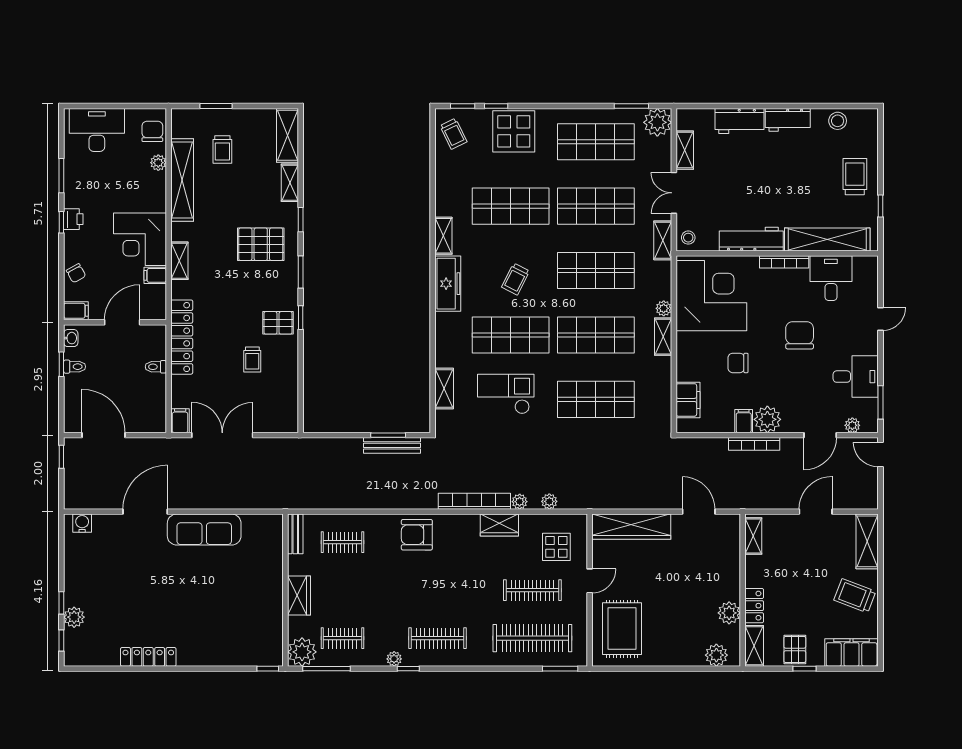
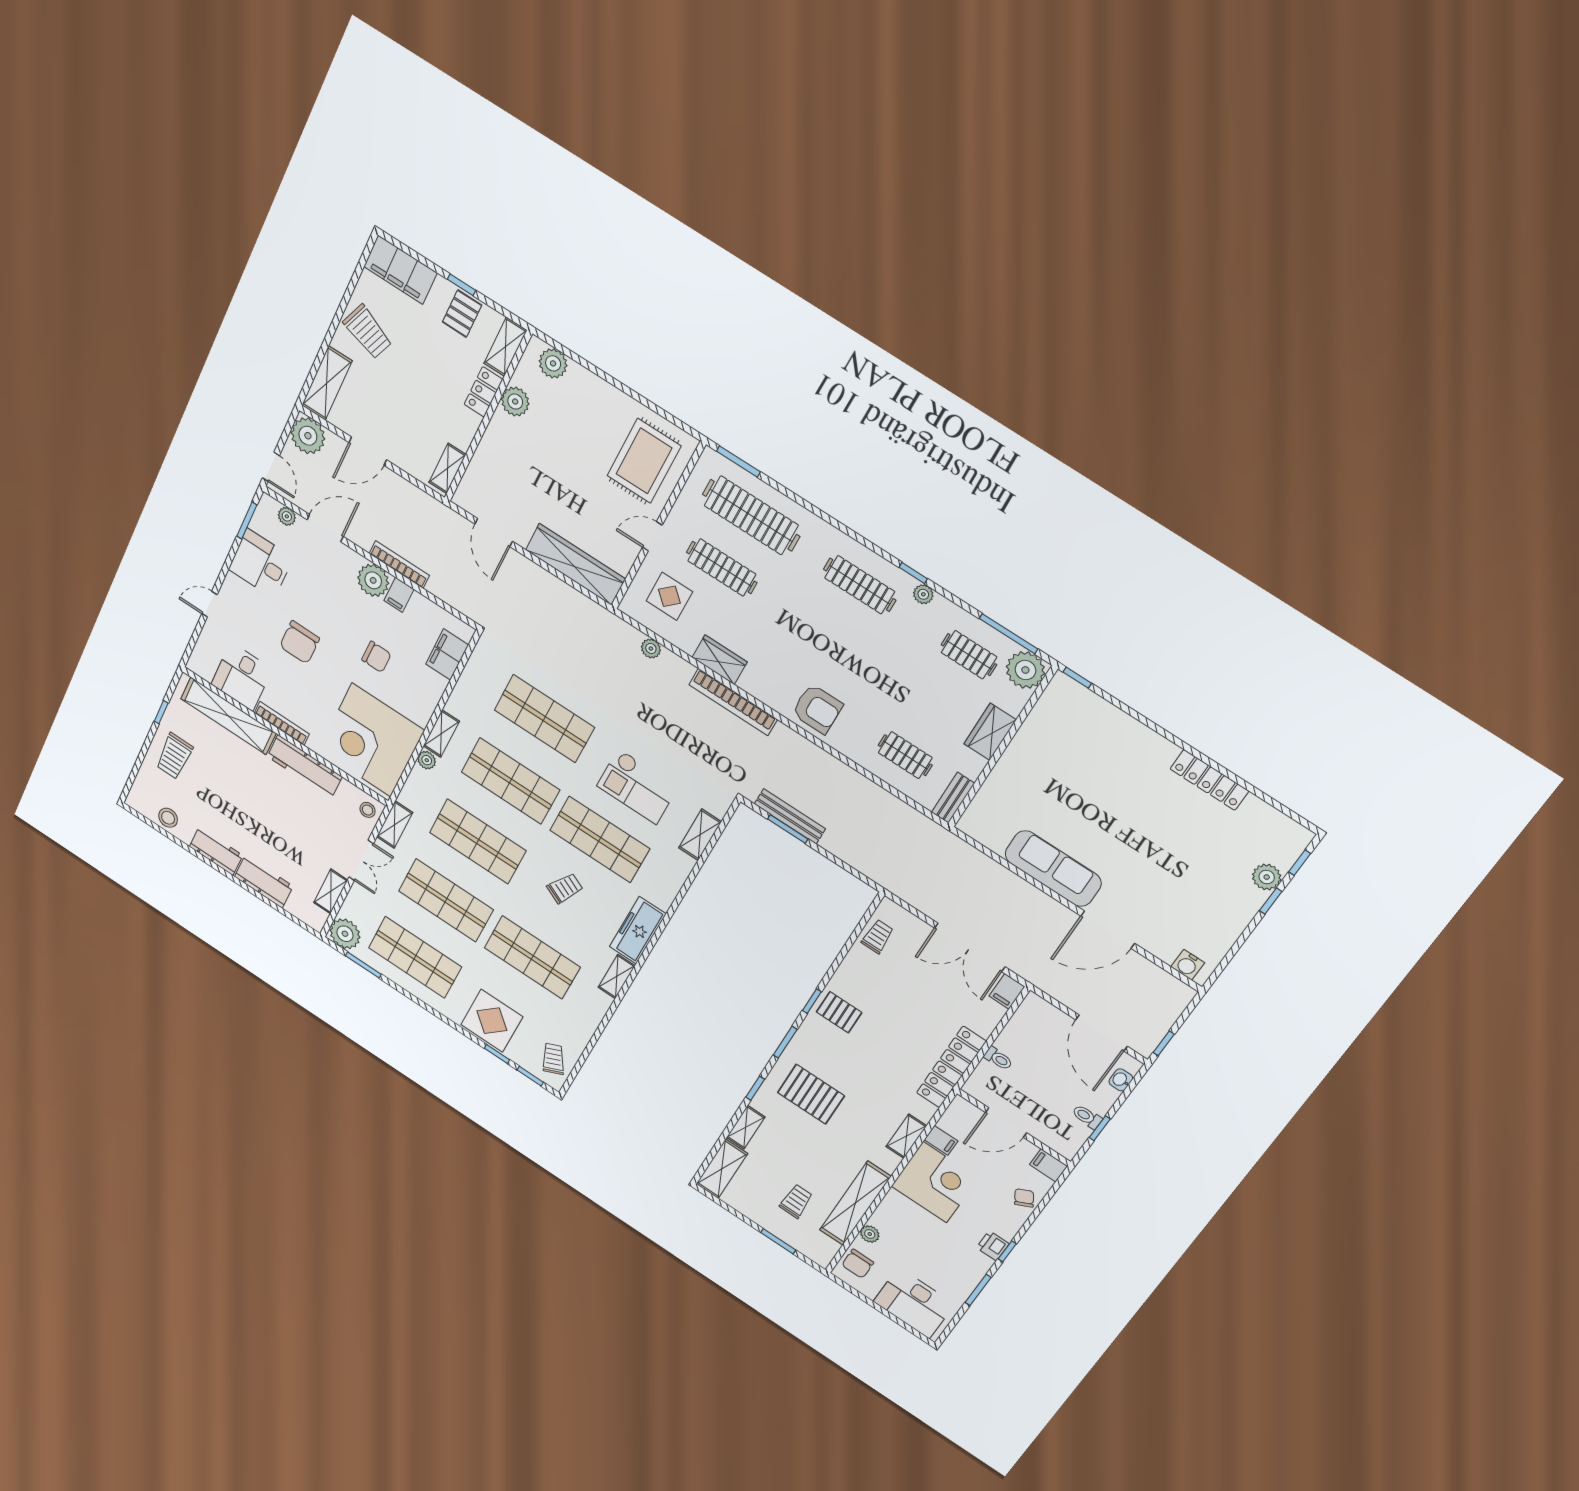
washbasin: (71, 338) -> (1121, 1080), moved
trolley: (252, 359) -> (878, 936), moved
plant: (520, 502) -> (308, 436), moved, width x1.88, depth x1.88

